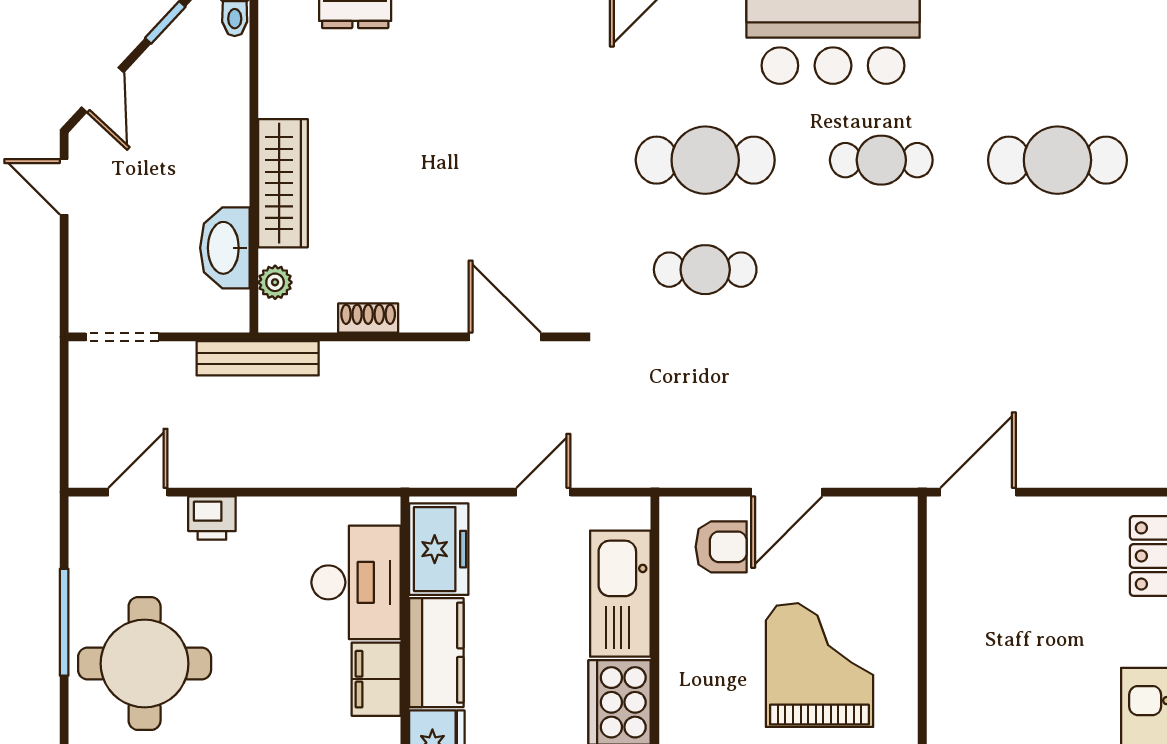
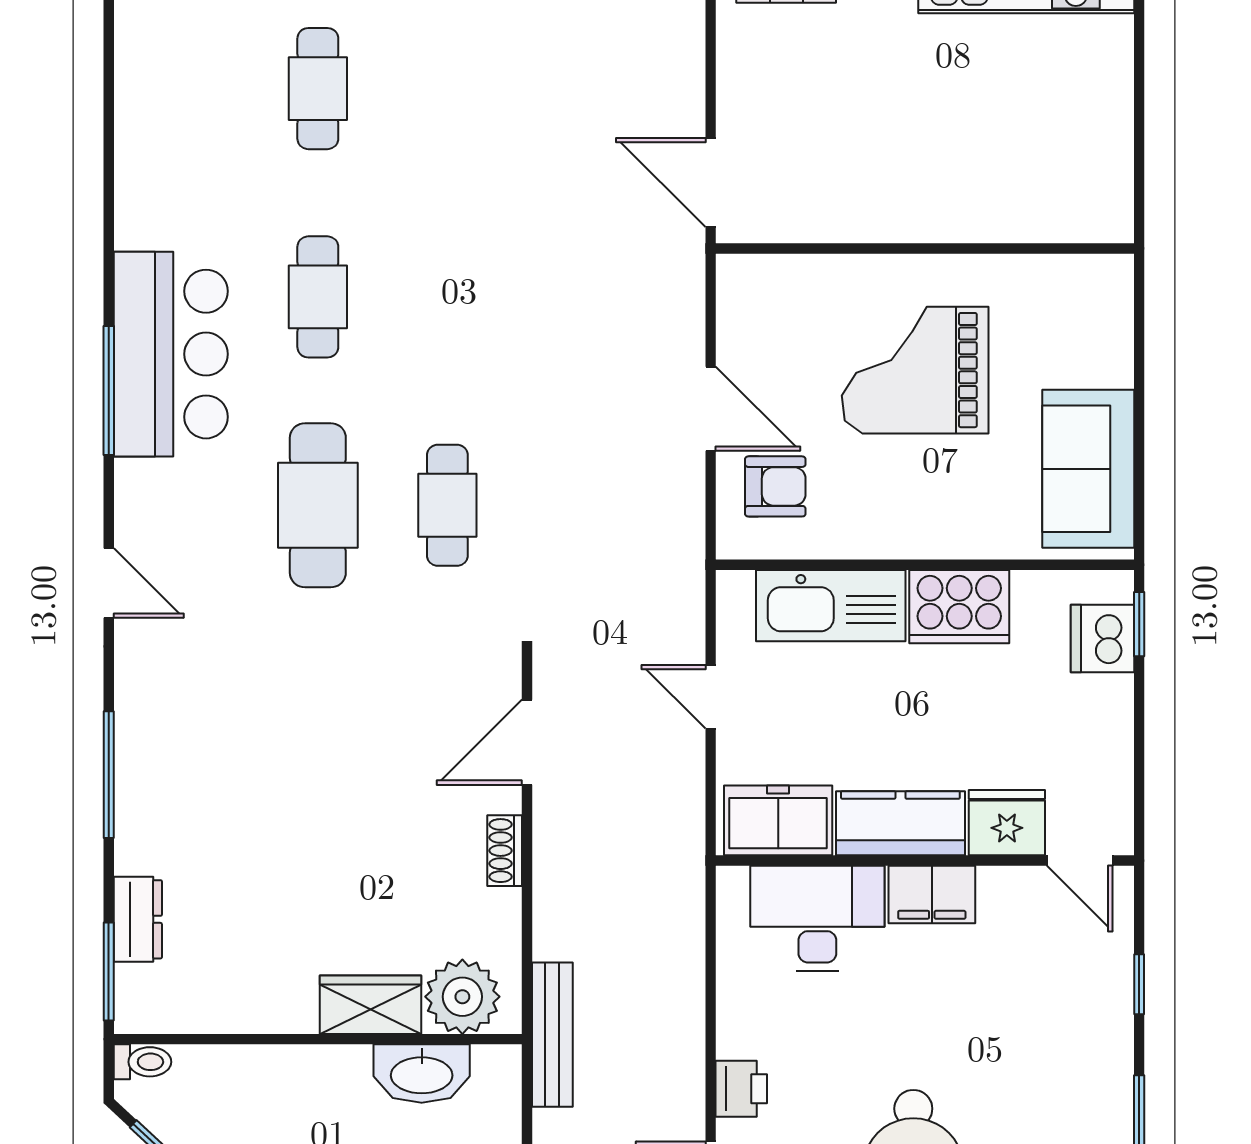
cafe table: (1057, 160) -> (318, 89), width x0.73, depth x0.74
wardrobe: (283, 183) -> (370, 1005), width x0.67
plant: (275, 282) -> (462, 997), width x1.88, depth x1.88
shoe rack: (368, 318) -> (505, 851), moved
armchair: (721, 547) -> (775, 486), turned 90

